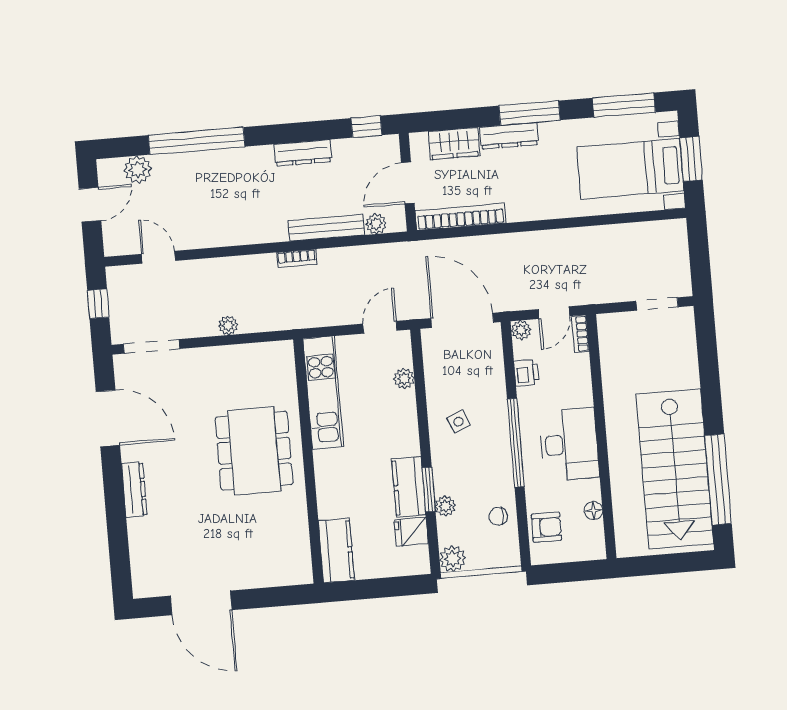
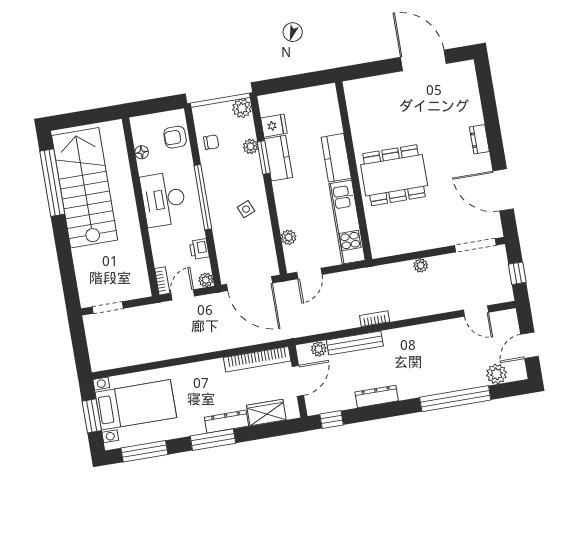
dining table: (254, 451) -> (394, 175), turned 90
dresser: (134, 490) -> (479, 139), width x0.70
kitchen counter: (336, 551) -> (336, 158), moved

